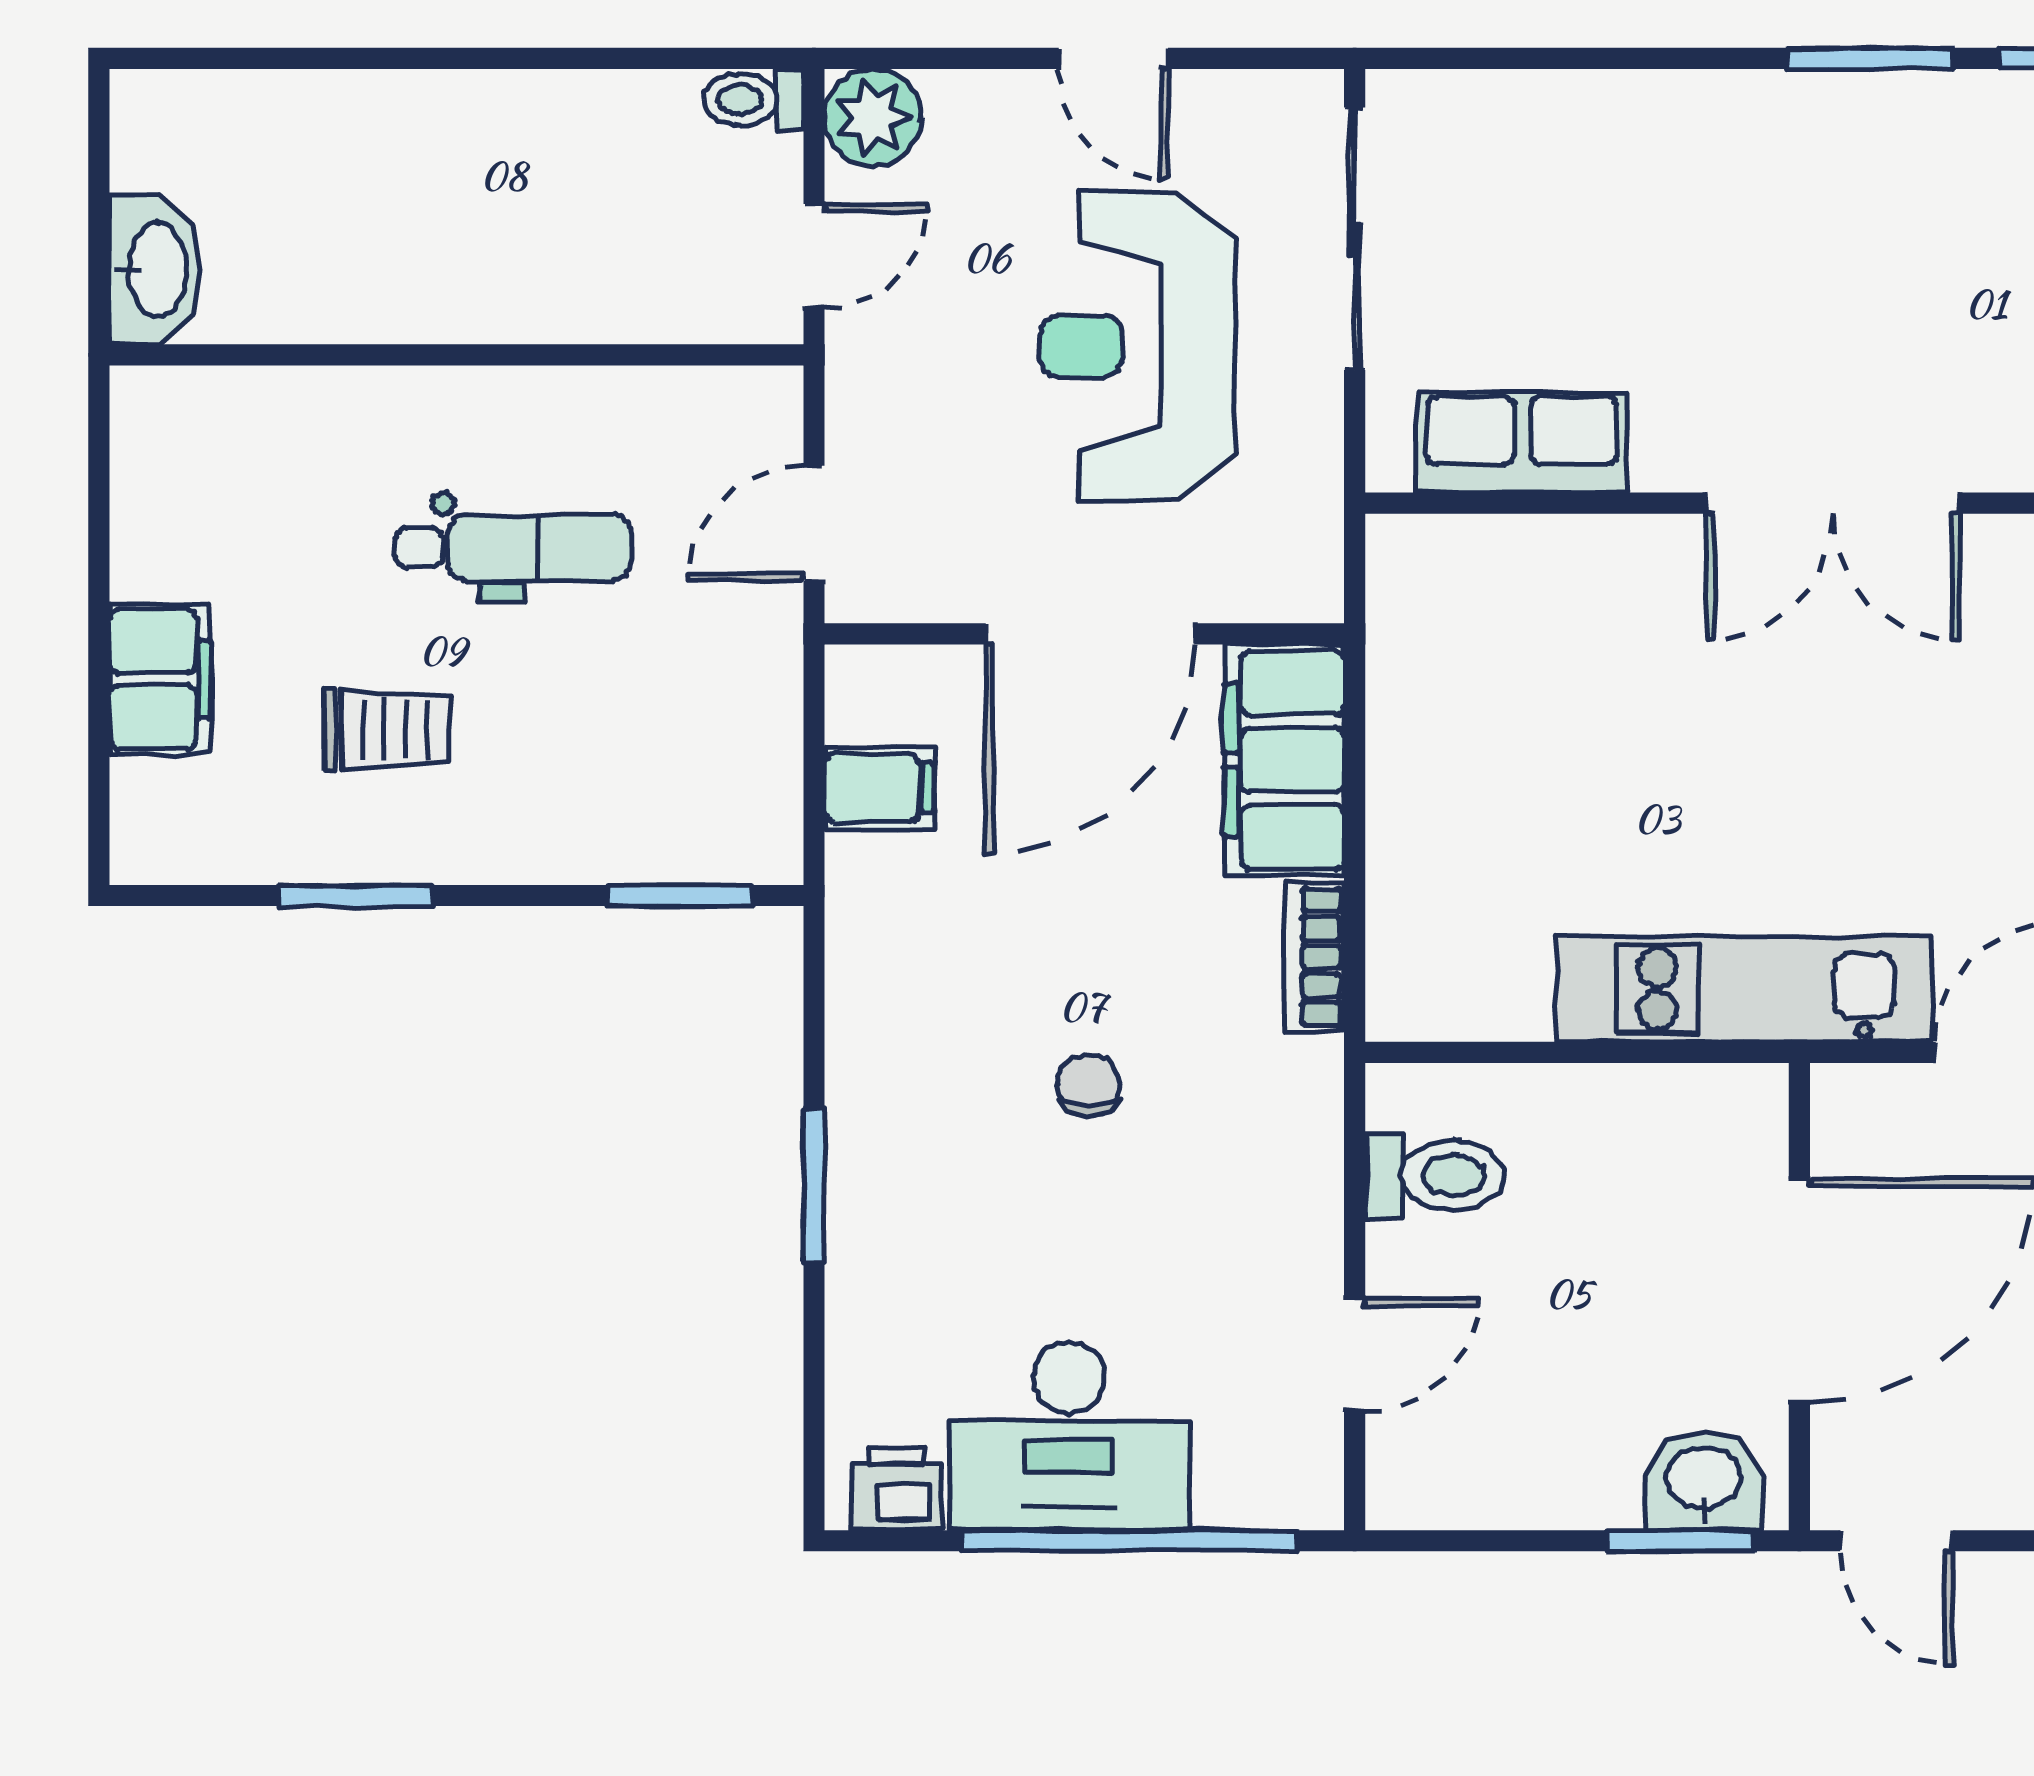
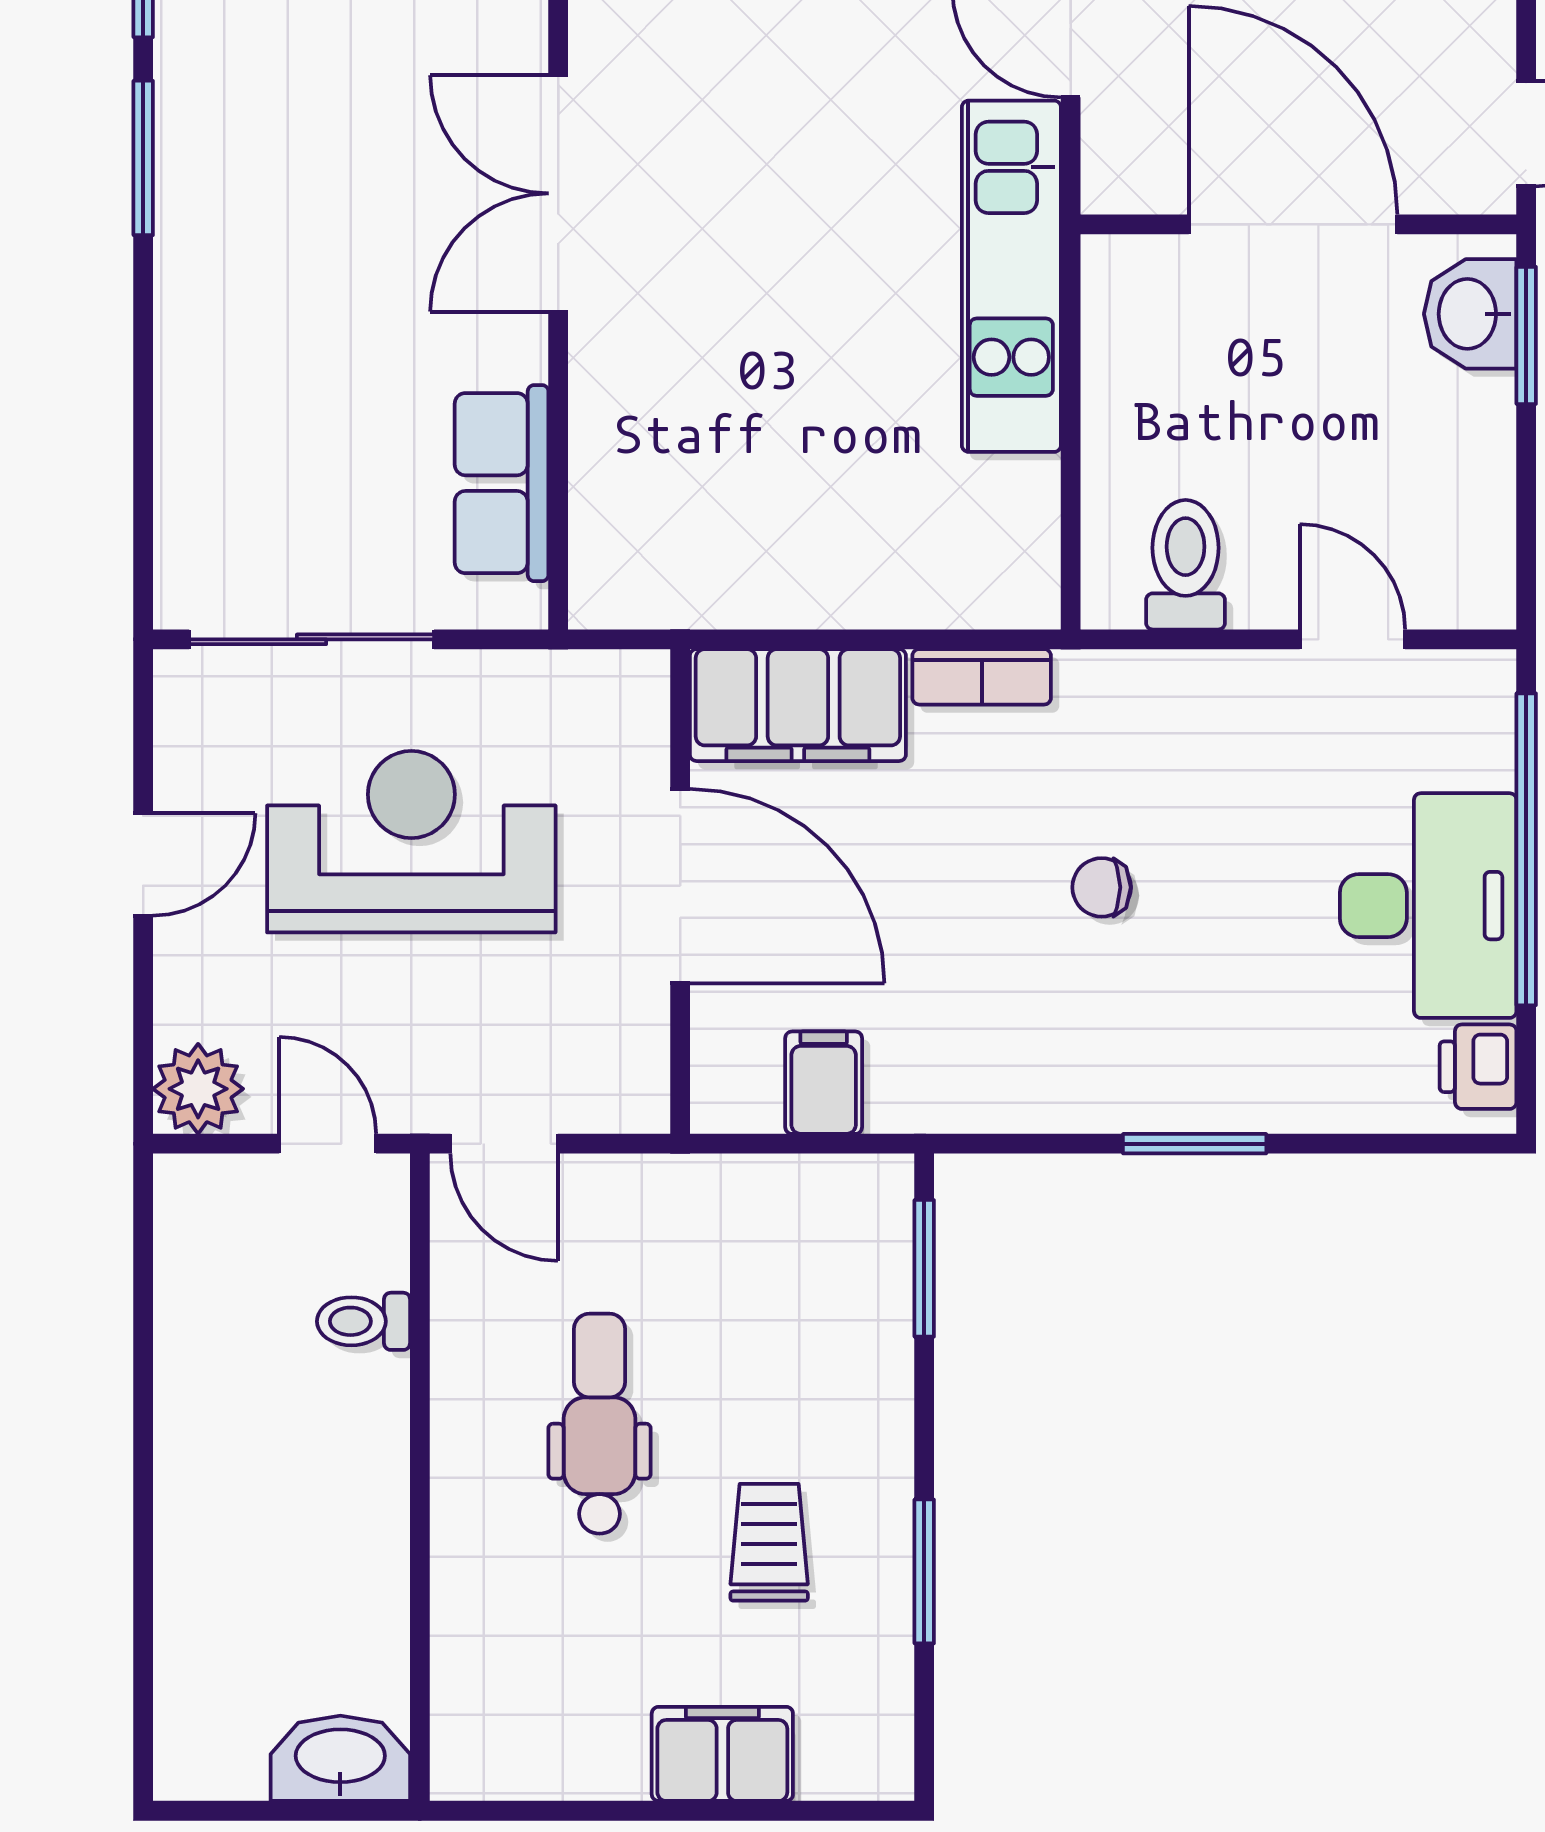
toilet: (754, 99) -> (363, 1321), moved, turned 90
reception desk: (1138, 346) -> (411, 842), turned 180
double door: (1833, 503) -> (558, 193), swing flipped
door: (814, 523) -> (504, 1144), moved

